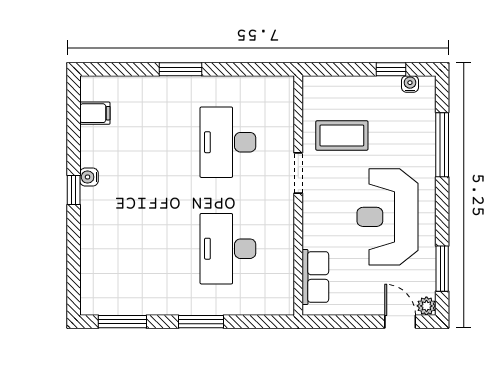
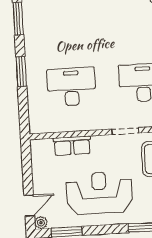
row of seats: (315, 277) -> (72, 146), moved

